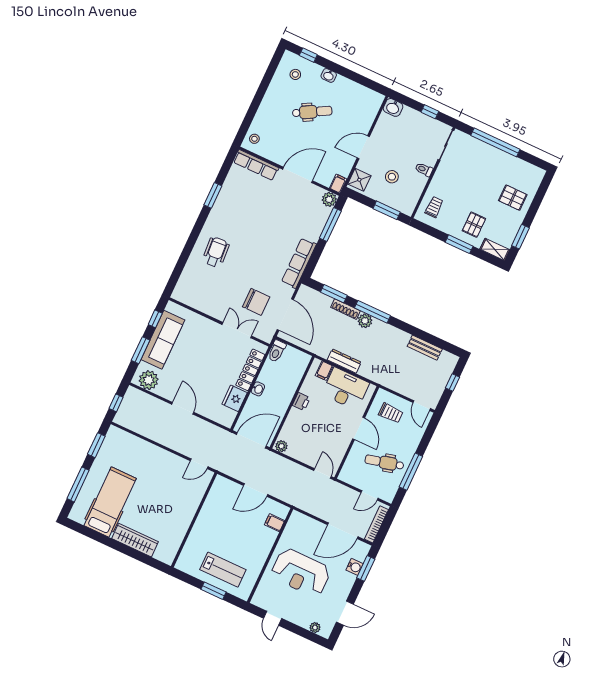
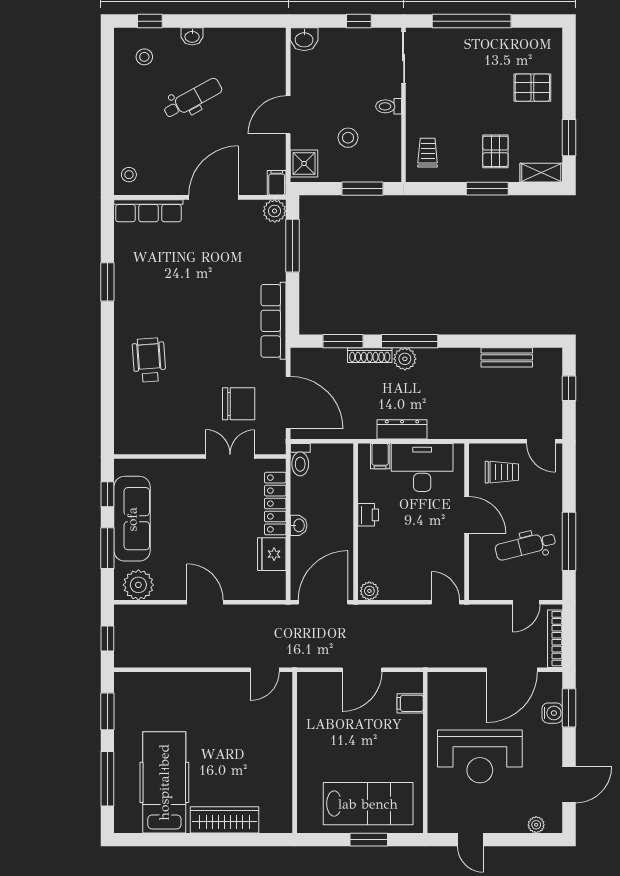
lab bench: (223, 570) -> (368, 804), width x1.36, depth x1.39

